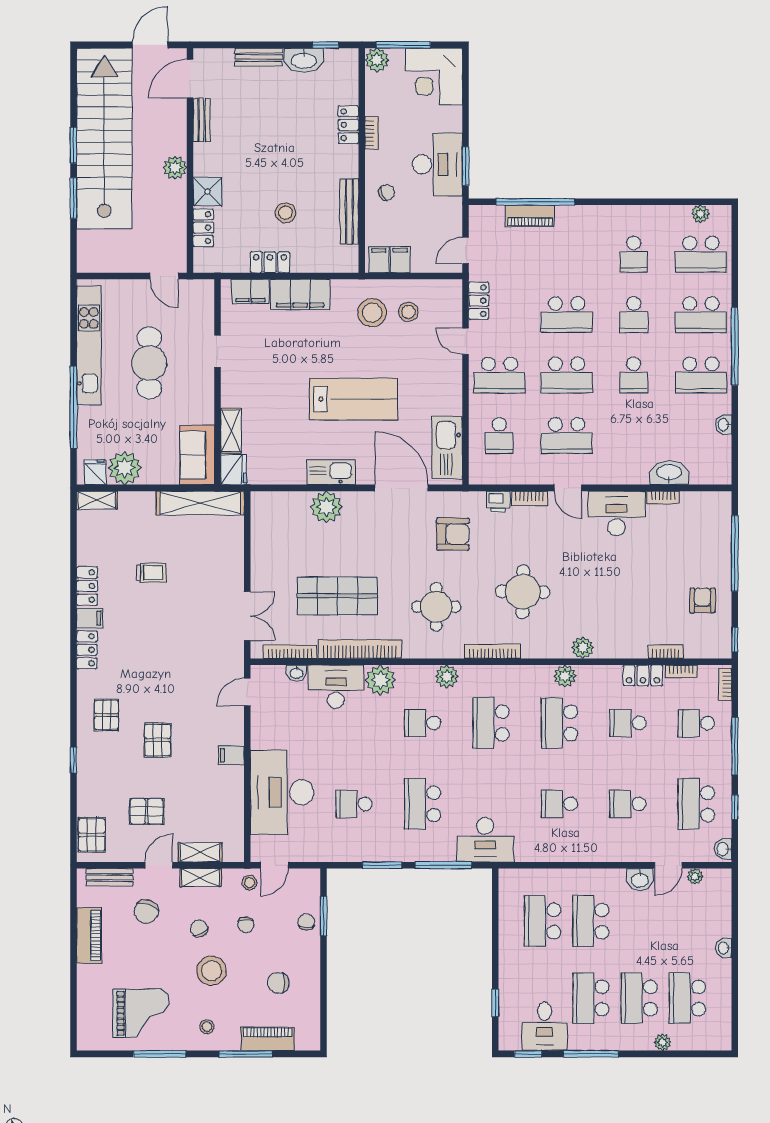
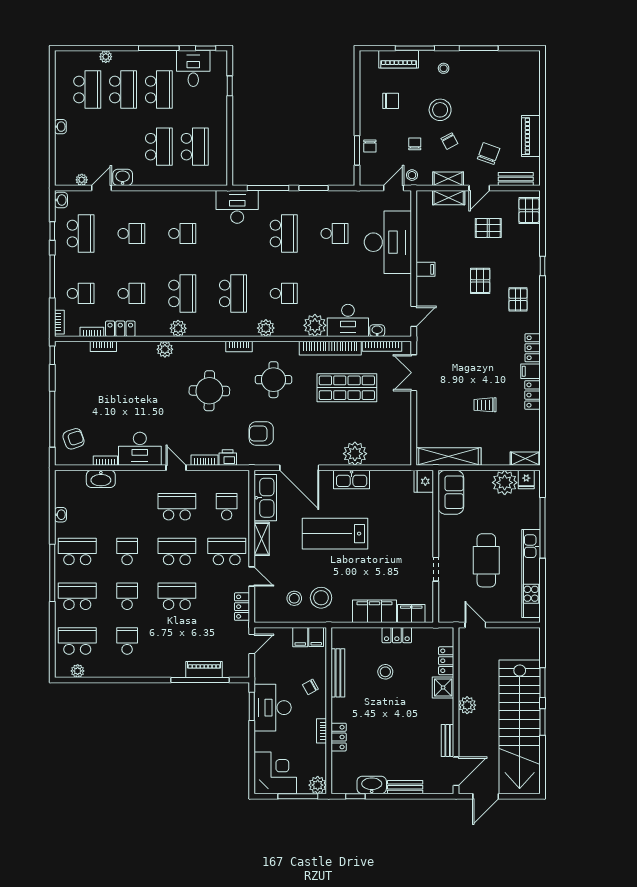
shelving: (231, 431) -> (262, 539), moved
armchair: (703, 600) -> (74, 439), moved, turned -109
bookcase: (493, 651) -> (239, 347), width x0.64
grand piano: (141, 1013) -> (493, 78), removed

